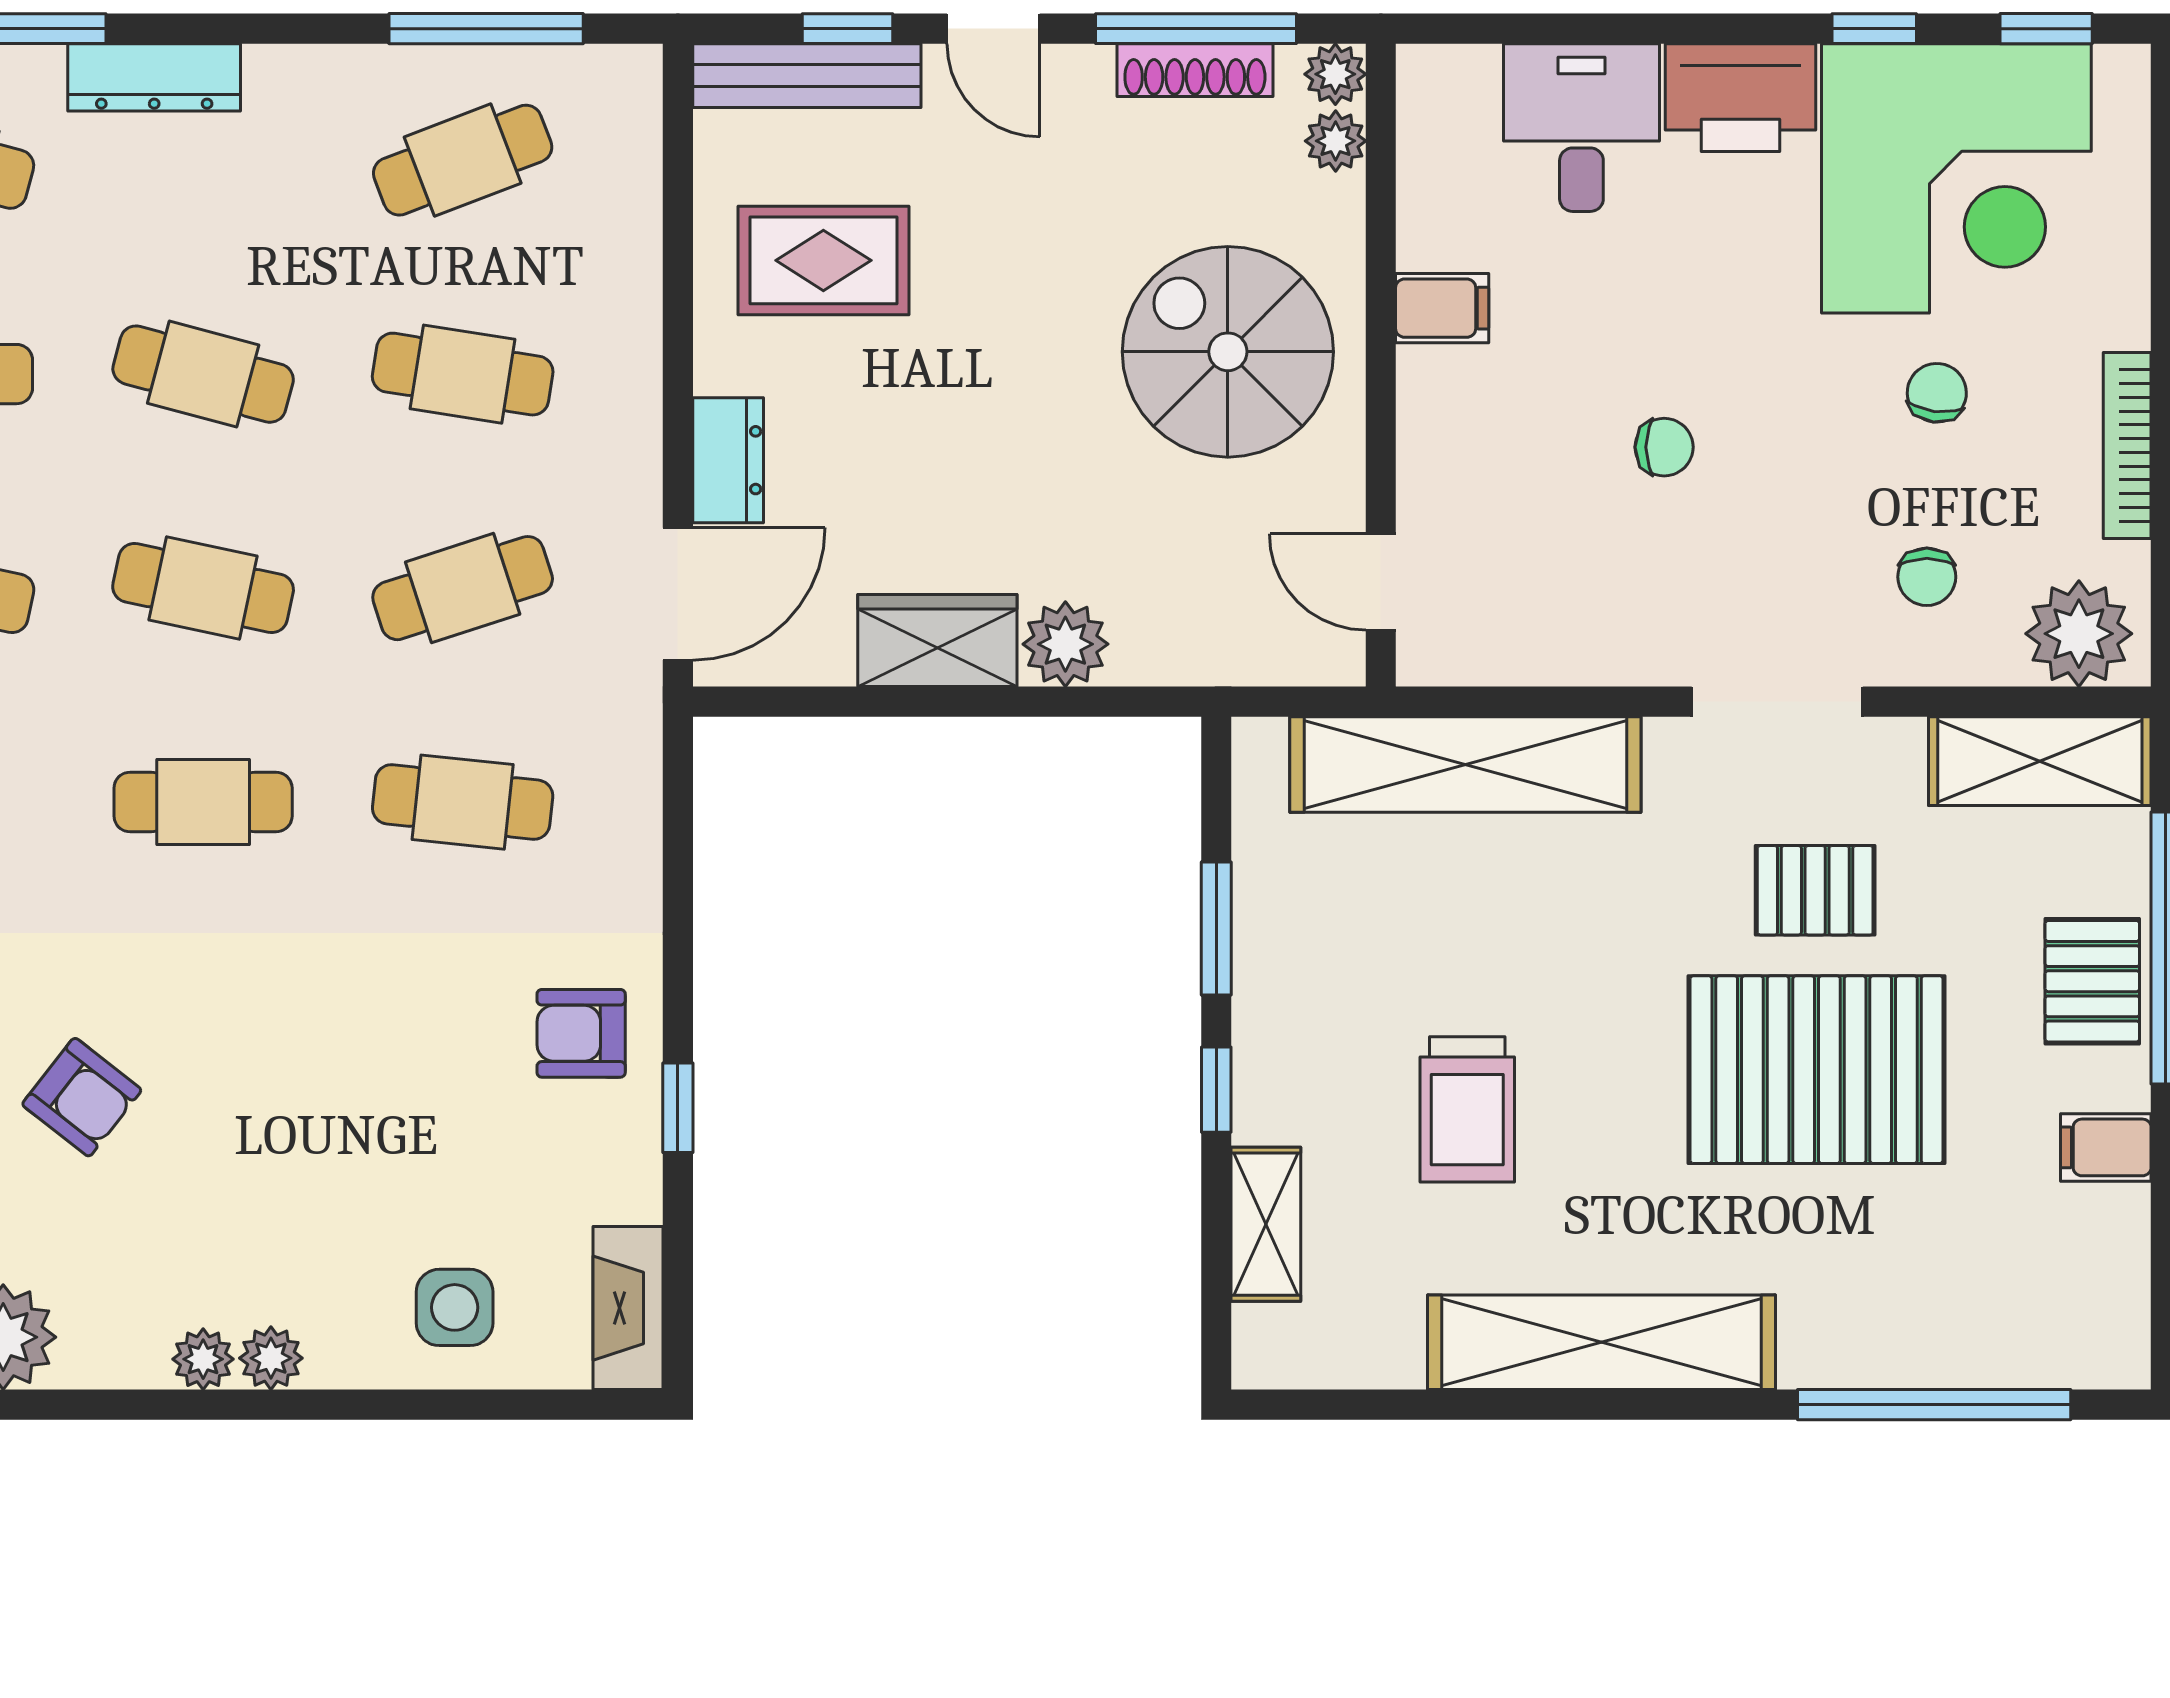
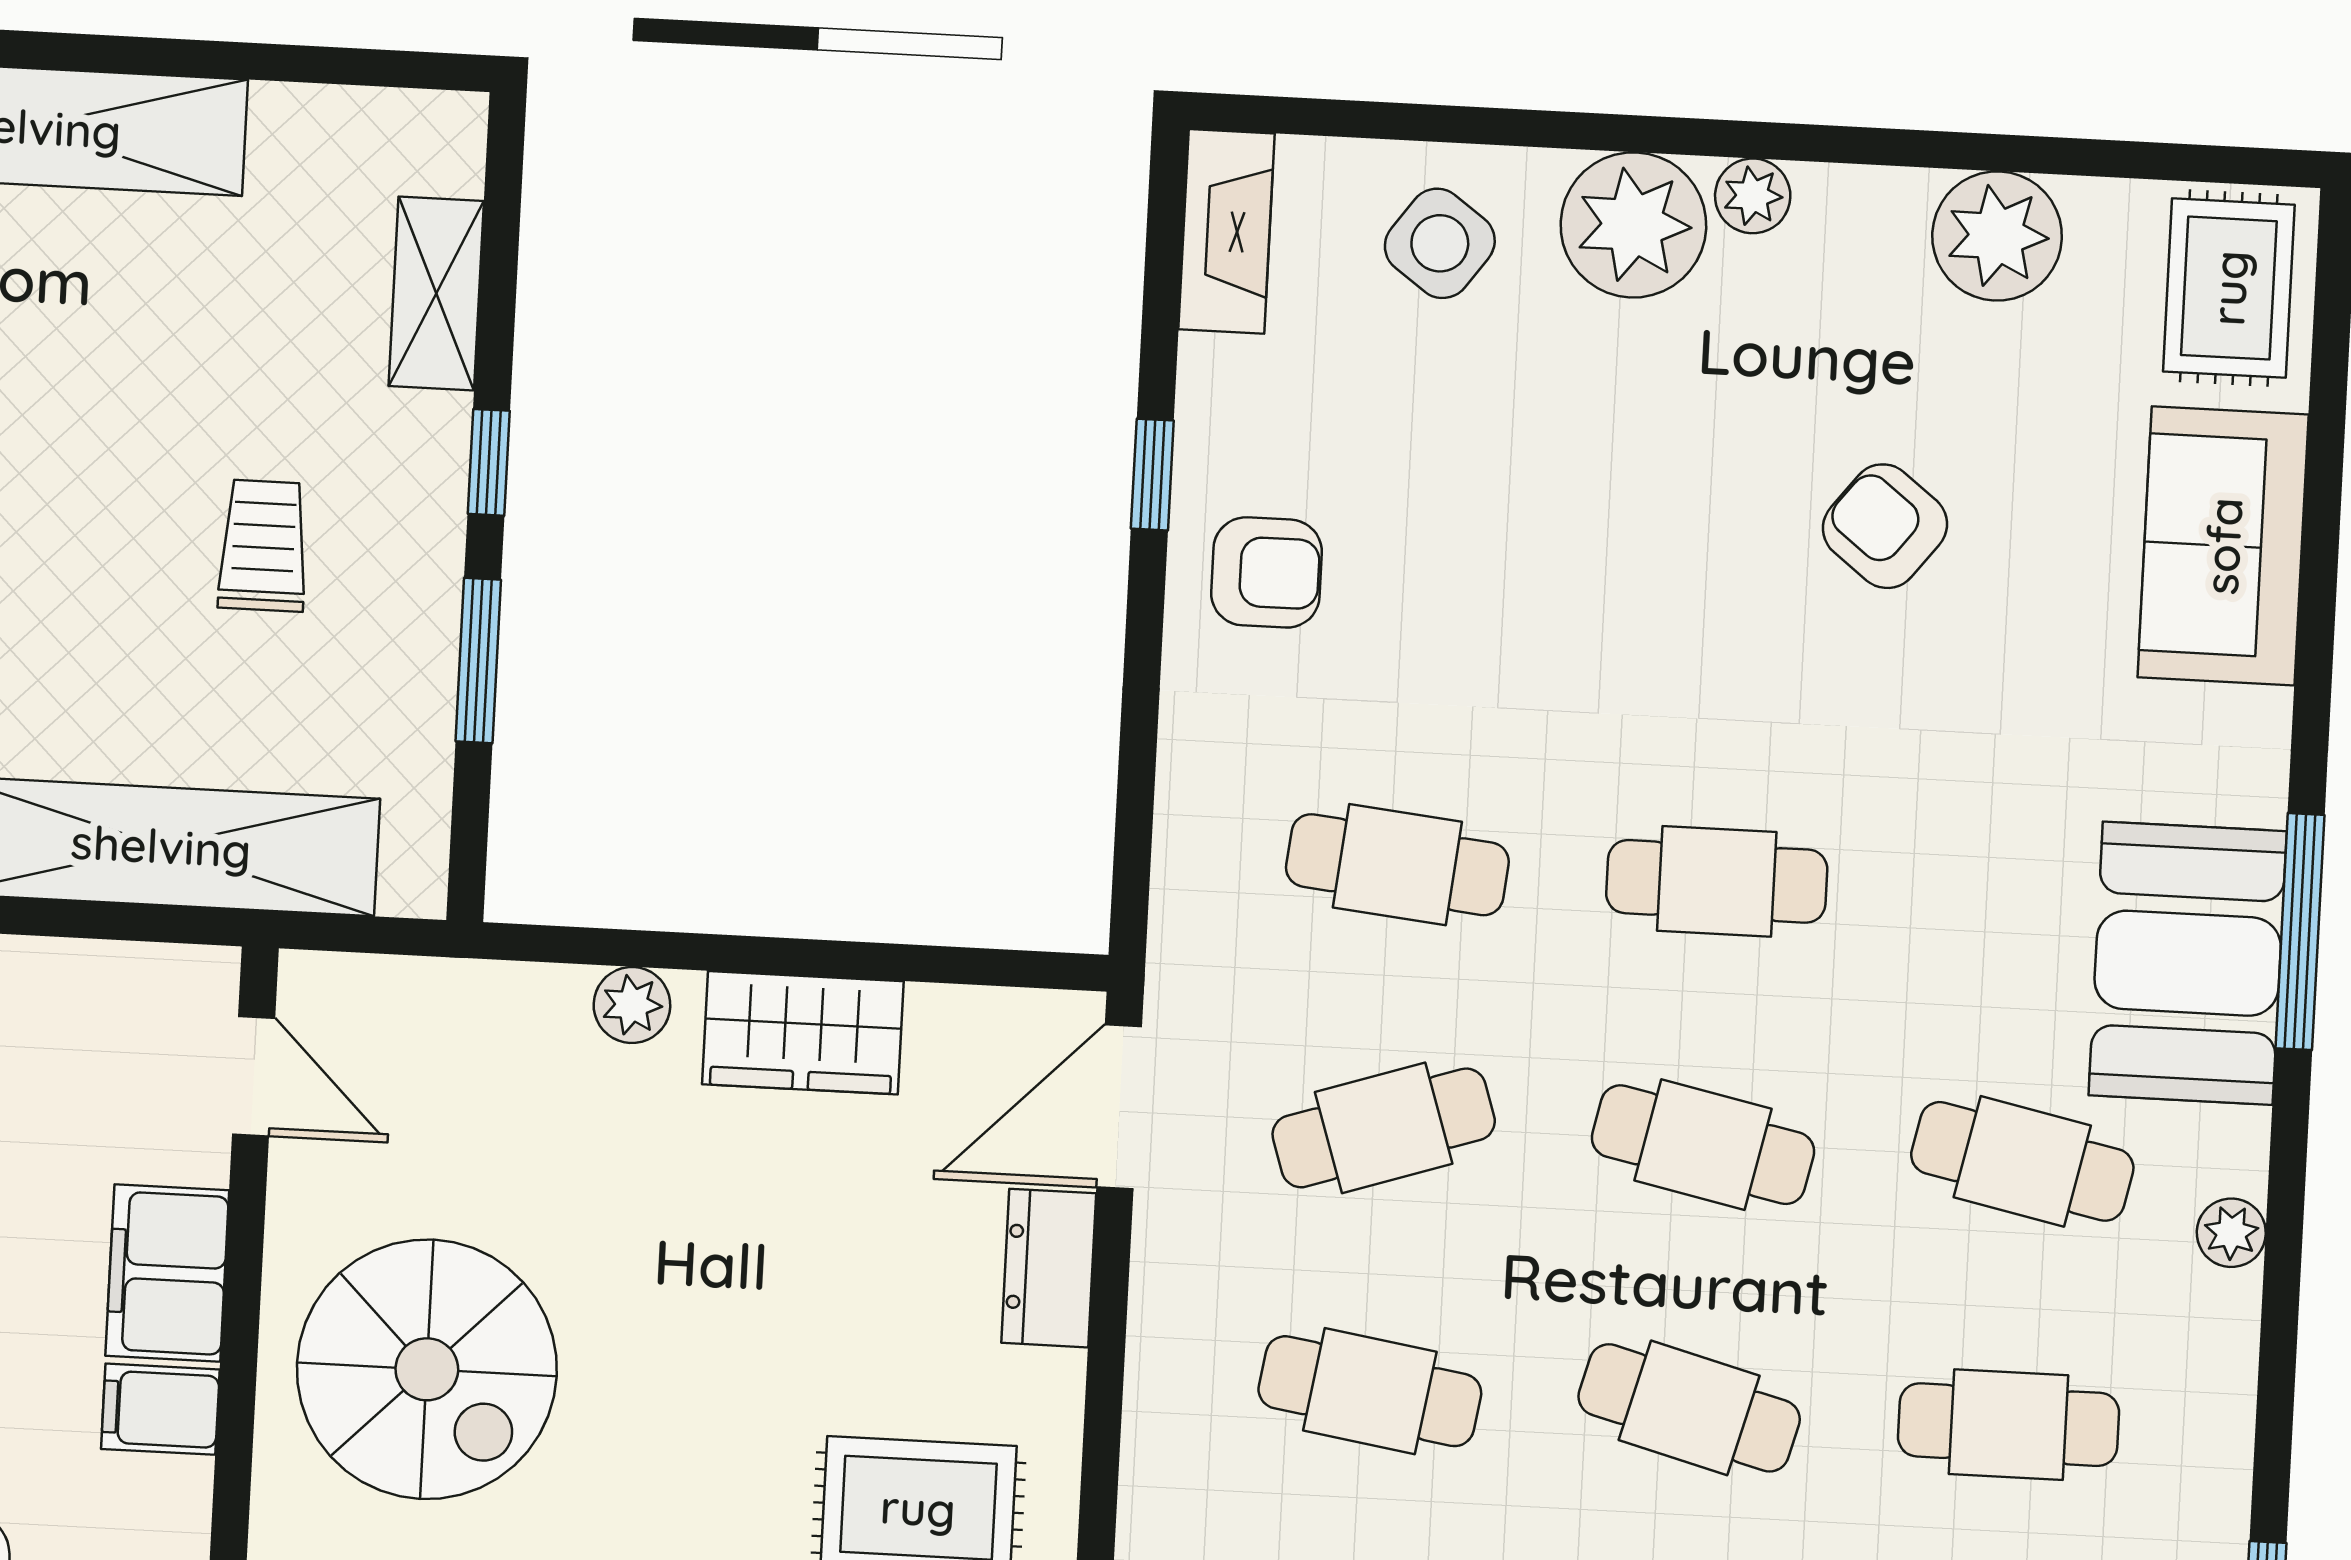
filing cabinet: (1442, 419) -> (167, 1273), added
plant: (1065, 644) -> (632, 1005), width x0.73, depth x0.73
trolley: (1467, 1109) -> (263, 546), moved, width x0.73, depth x0.72
side table: (455, 1307) -> (1440, 243), turned 36
plant: (271, 1358) -> (1633, 225), width x1.87, depth x1.87

